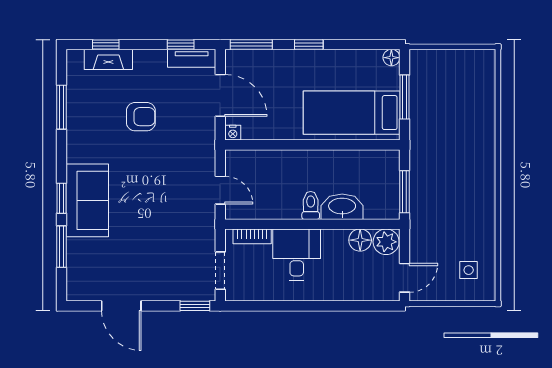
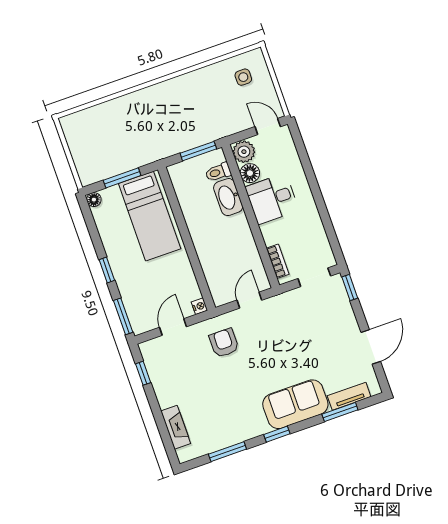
window: (106, 45) -> (164, 434), removed
tv unit: (192, 58) -> (349, 396), moved, turned -90
door: (220, 95) -> (173, 327), width x0.73
armchair: (141, 117) -> (224, 343), moved
window: (62, 198) -> (277, 434), moved
toilet: (311, 205) -> (218, 172), moved
desk: (297, 254) -> (272, 199), moved

